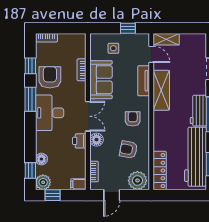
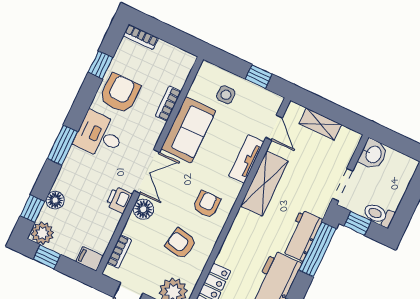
shelving: (166, 39) -> (320, 124), moved
window: (30, 99) -> (63, 145), moved
desk: (50, 113) -> (99, 135), width x0.73

